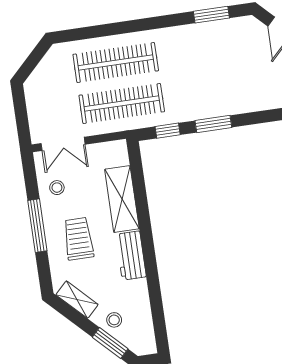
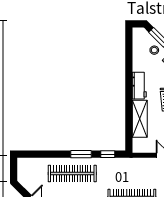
clothes rail: (122, 103) -> (72, 174), moved

